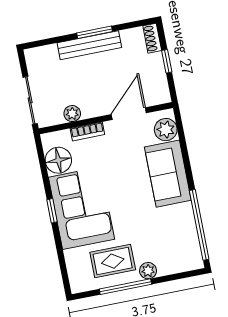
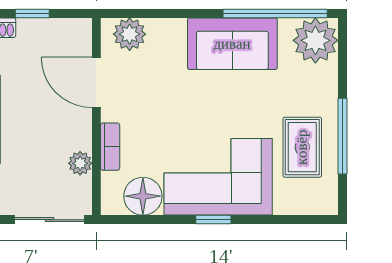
sofa: (168, 174) -> (232, 44), moved
plant: (148, 271) -> (315, 40), moved, width x1.88, depth x1.88

